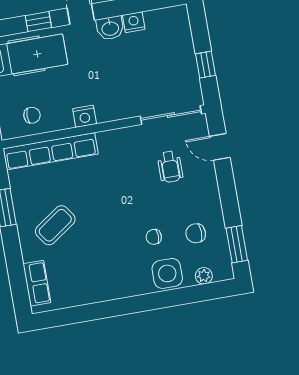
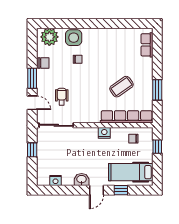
nightstand: (134, 22) -> (56, 180), moved
coffee table: (55, 225) -> (121, 87), moved
chair: (196, 233) -> (44, 63), moved
window: (237, 244) -> (32, 78), moved
plant: (204, 276) -> (49, 37), width x1.88, depth x1.88

